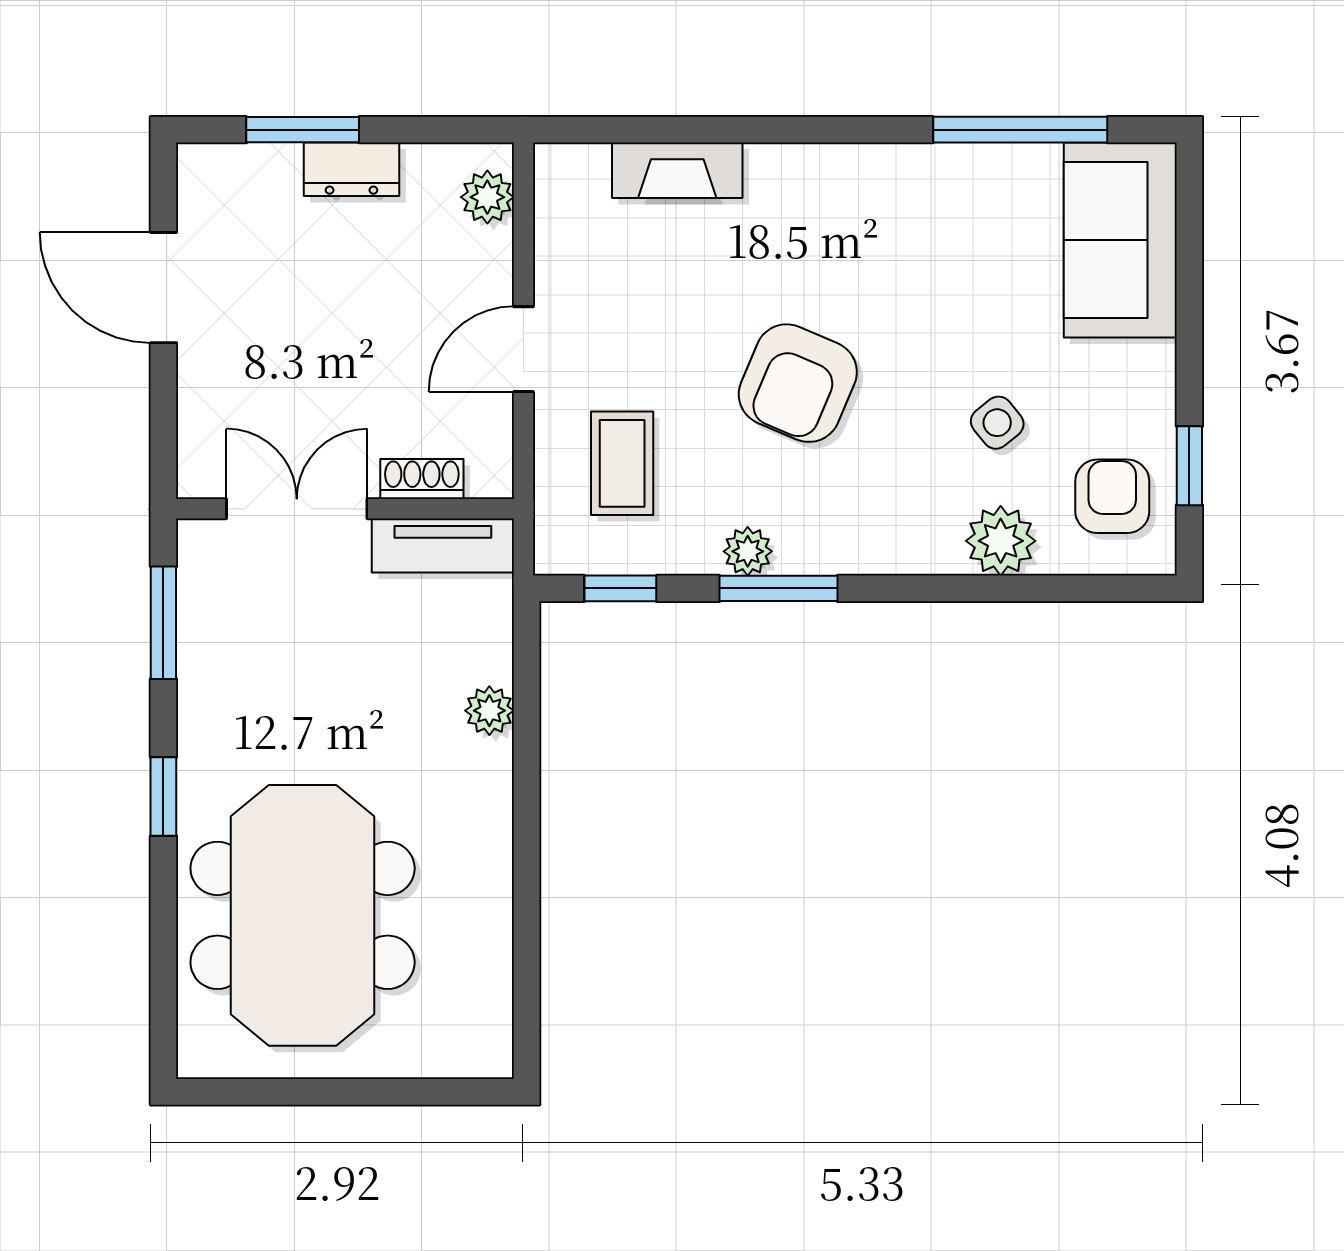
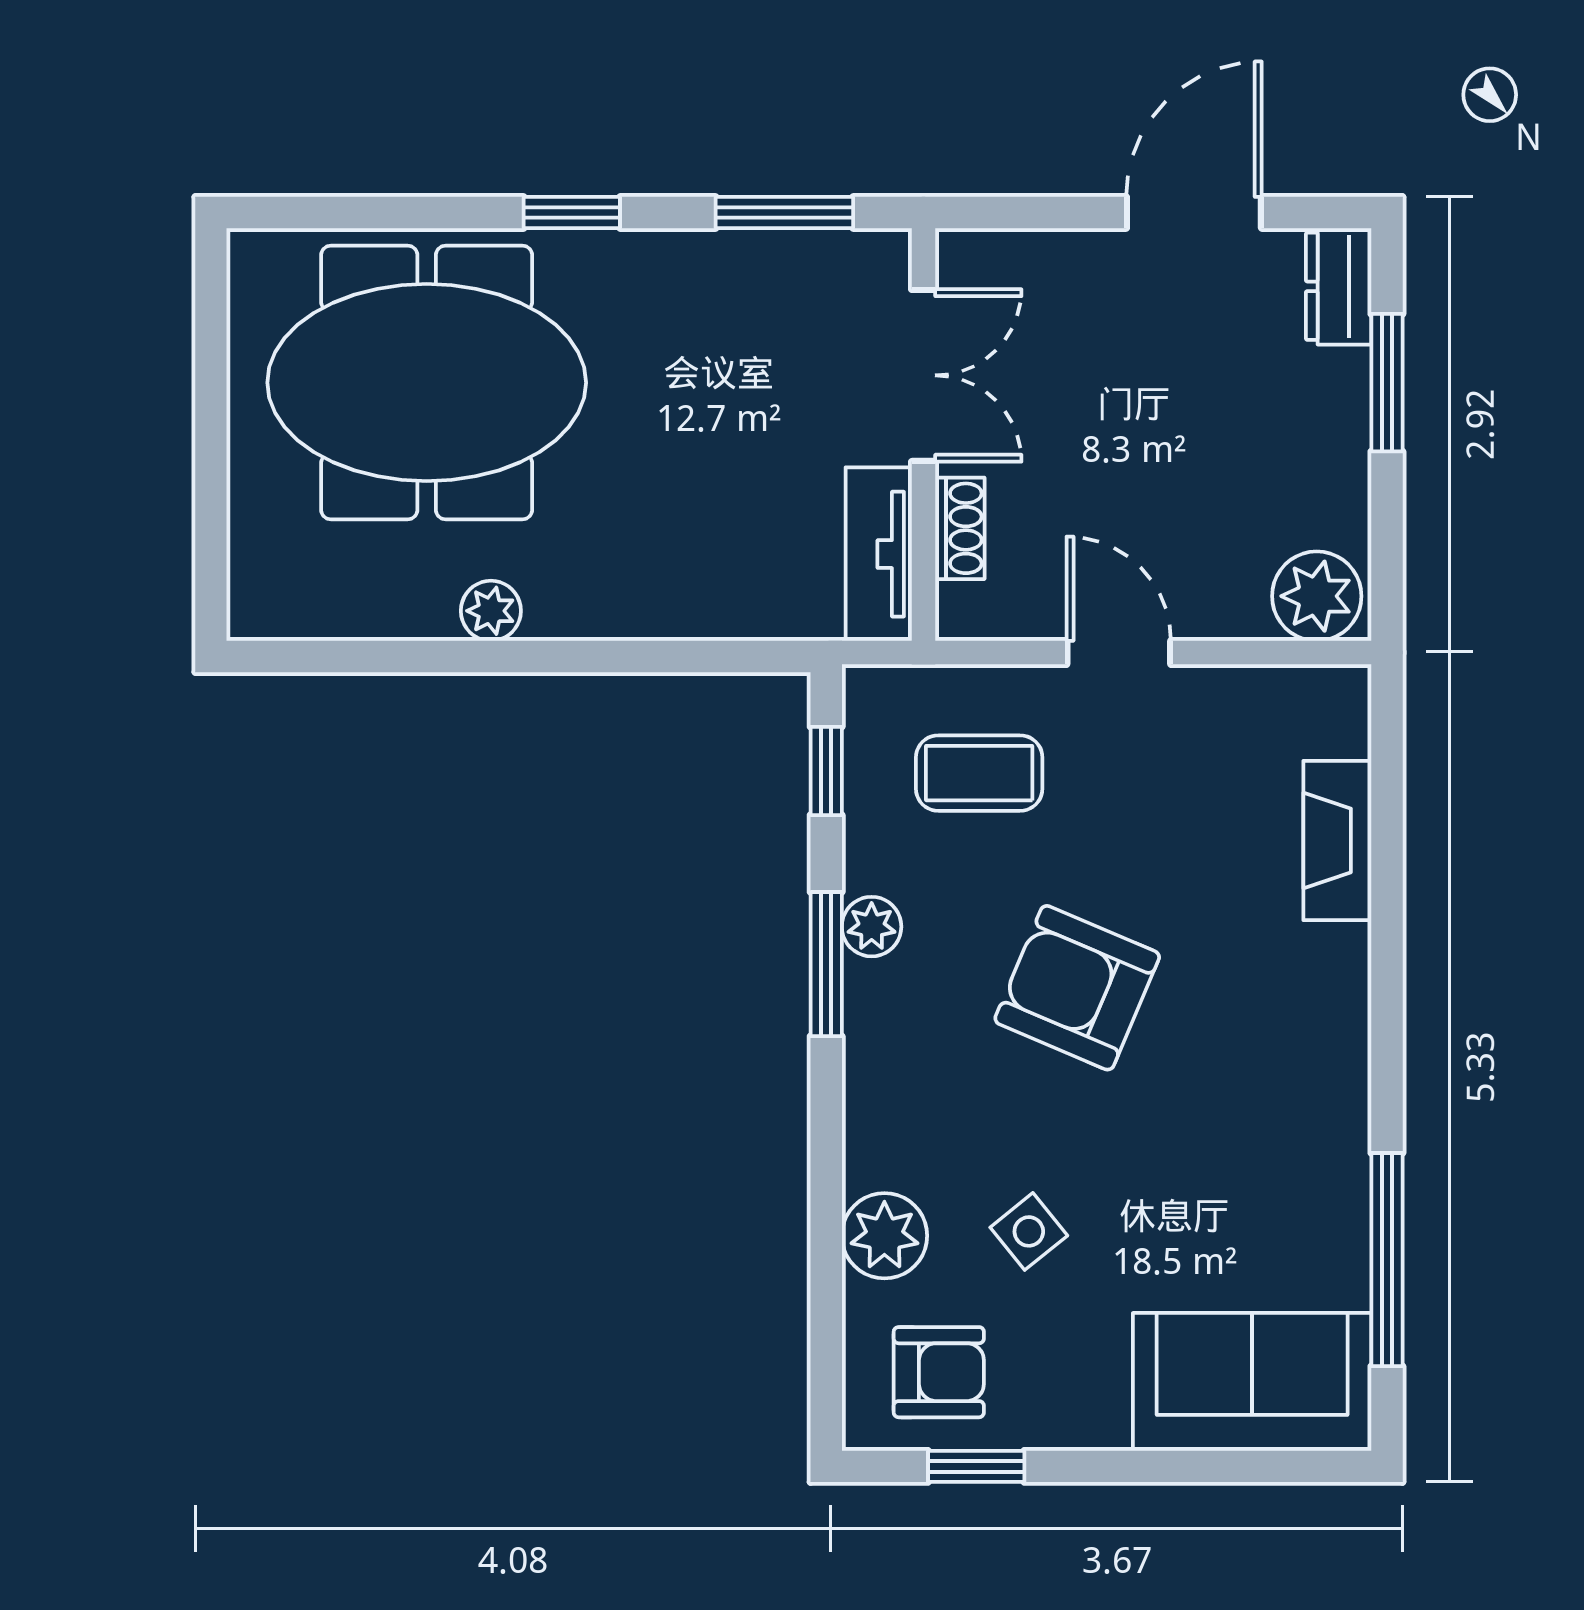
dresser: (351, 169) -> (1339, 286), moved
plant: (487, 197) -> (1317, 596), width x1.38, depth x1.38
plant: (489, 711) -> (491, 611), moved

